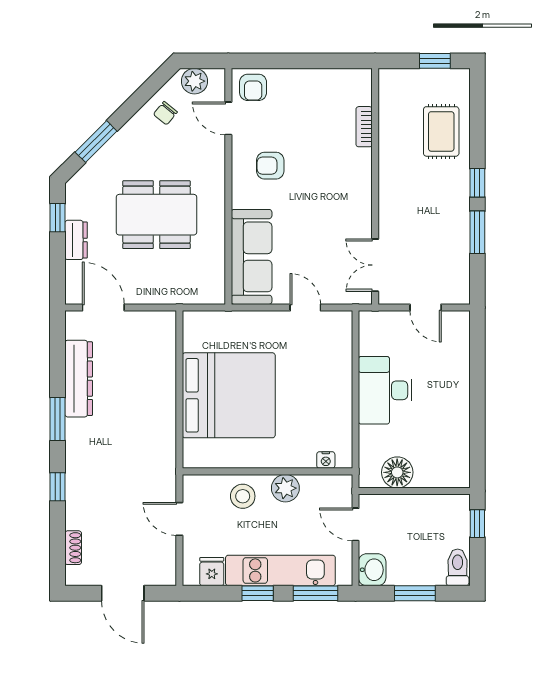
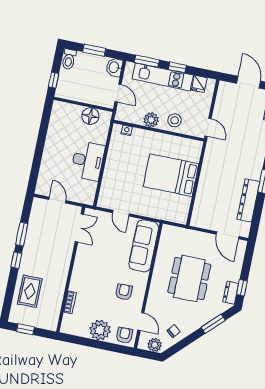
plant: (299, 88) -> (100, 330), added
armchair: (270, 166) -> (124, 292), turned -90
dining table: (156, 215) -> (189, 279), turned 90
dresser: (76, 240) -> (231, 293), moved
bed: (229, 395) -> (171, 175), width x0.73
door: (179, 519) -> (208, 127), moved

